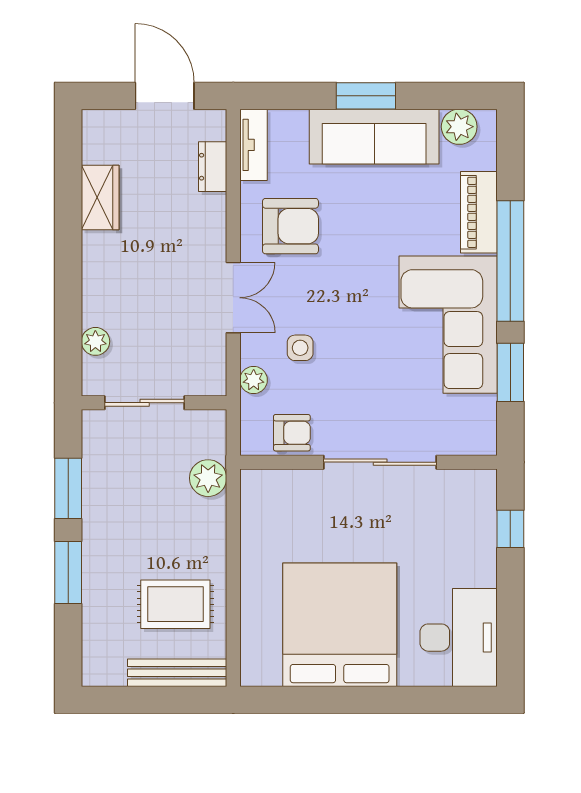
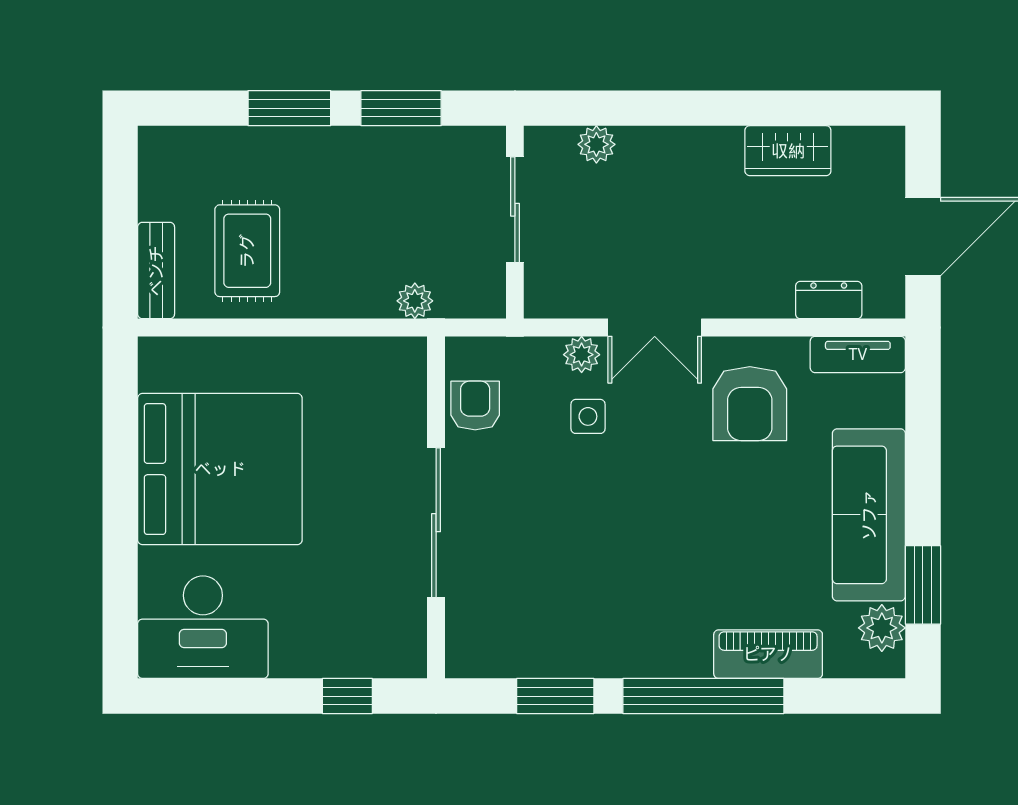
window: (366, 96) -> (923, 585), moved
corner sofa: (448, 325) -> (619, 613), removed
plant: (254, 380) -> (582, 355), moved
armchair: (292, 433) -> (475, 405), turned 180
plant: (208, 478) -> (415, 301), width x0.73, depth x0.73
bench: (177, 673) -> (156, 271), width x0.73

